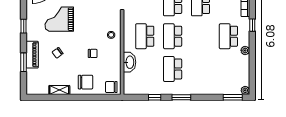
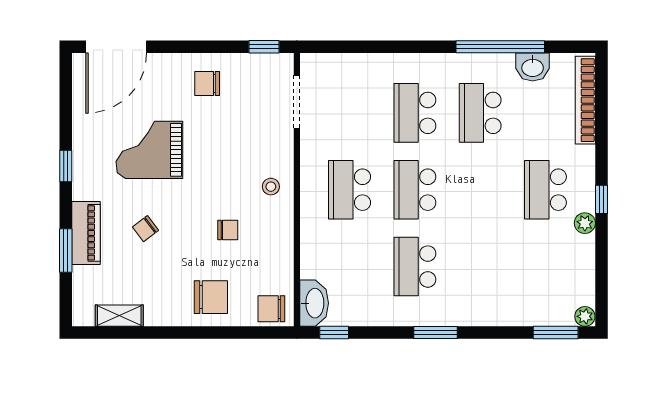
window: (252, 25) -> (601, 199), moved
washbasin: (130, 62) -> (314, 303), moved
shelving: (59, 90) -> (119, 316), moved
window: (155, 97) -> (334, 333), moved

